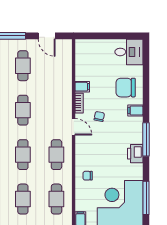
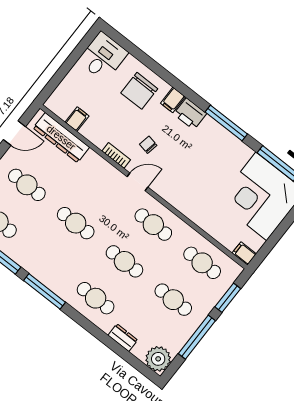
dresser: (65, 64) -> (61, 138), added
filing cabinet: (82, 87) -> (77, 119), moved
window: (146, 139) -> (226, 123), moved
printer: (135, 154) -> (190, 114), moved
chair: (88, 176) -> (203, 209), removed

